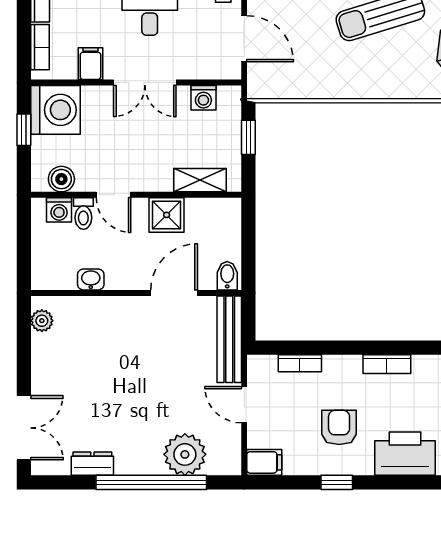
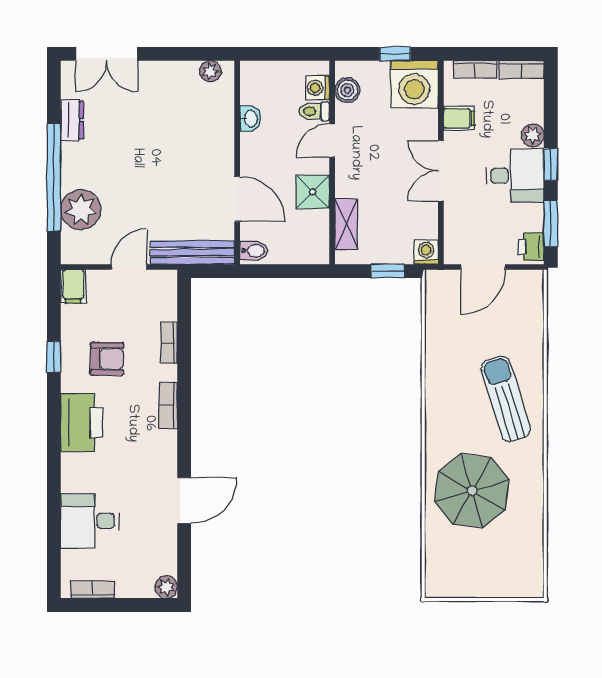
washing machine: (203, 98) -> (426, 252), moved, turned 90
bookcase: (300, 363) -> (169, 343), moved

